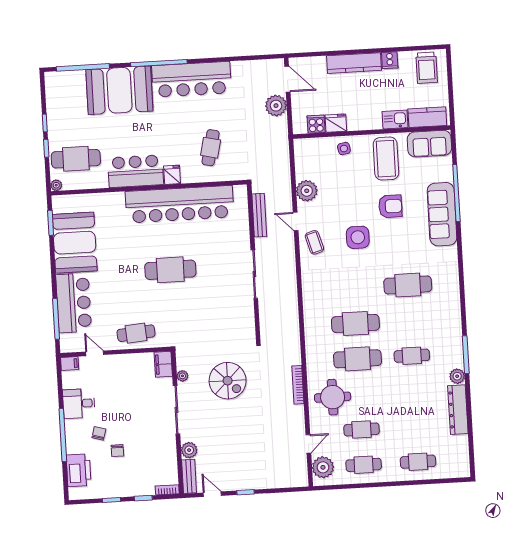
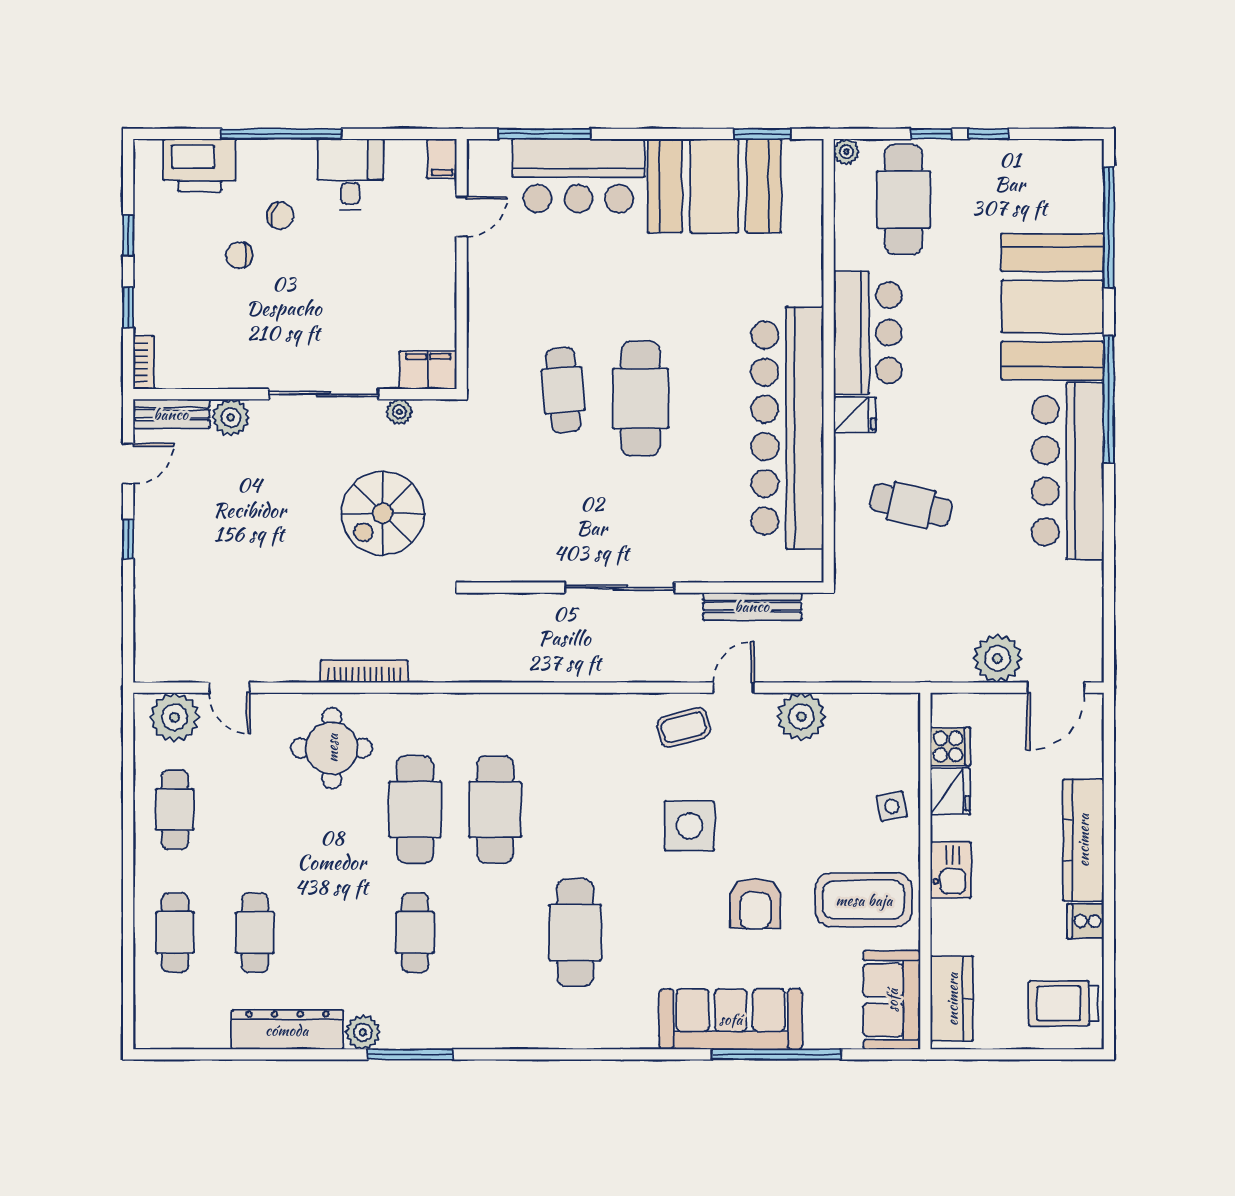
kitchen sink: (395, 119) -> (951, 870), moved
cafe table: (136, 333) -> (563, 390), moved
cafe table: (362, 429) -> (255, 933), moved

